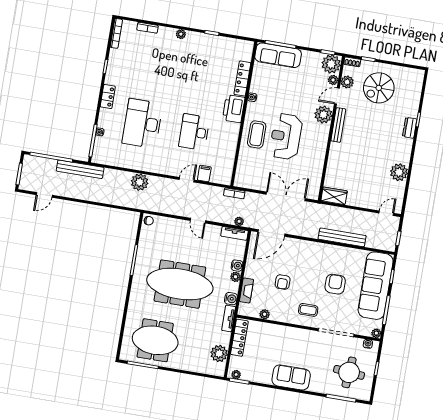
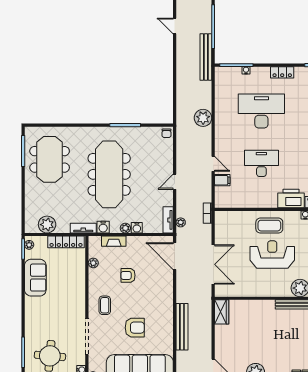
sofa: (291, 377) -> (35, 278), moved

